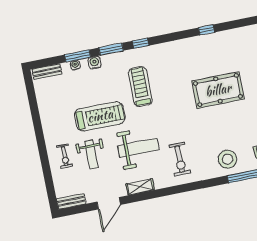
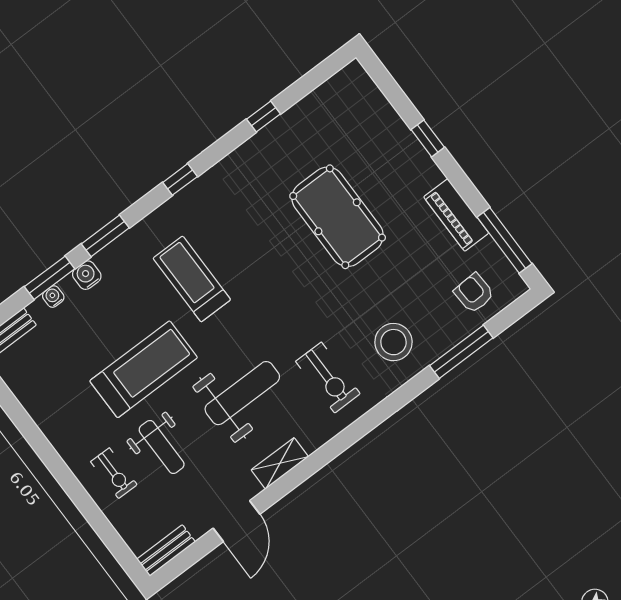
window: (141, 43) -> (180, 179), moved
pool table: (218, 90) -> (338, 217), turned 90
stool: (227, 159) -> (393, 342), moved

